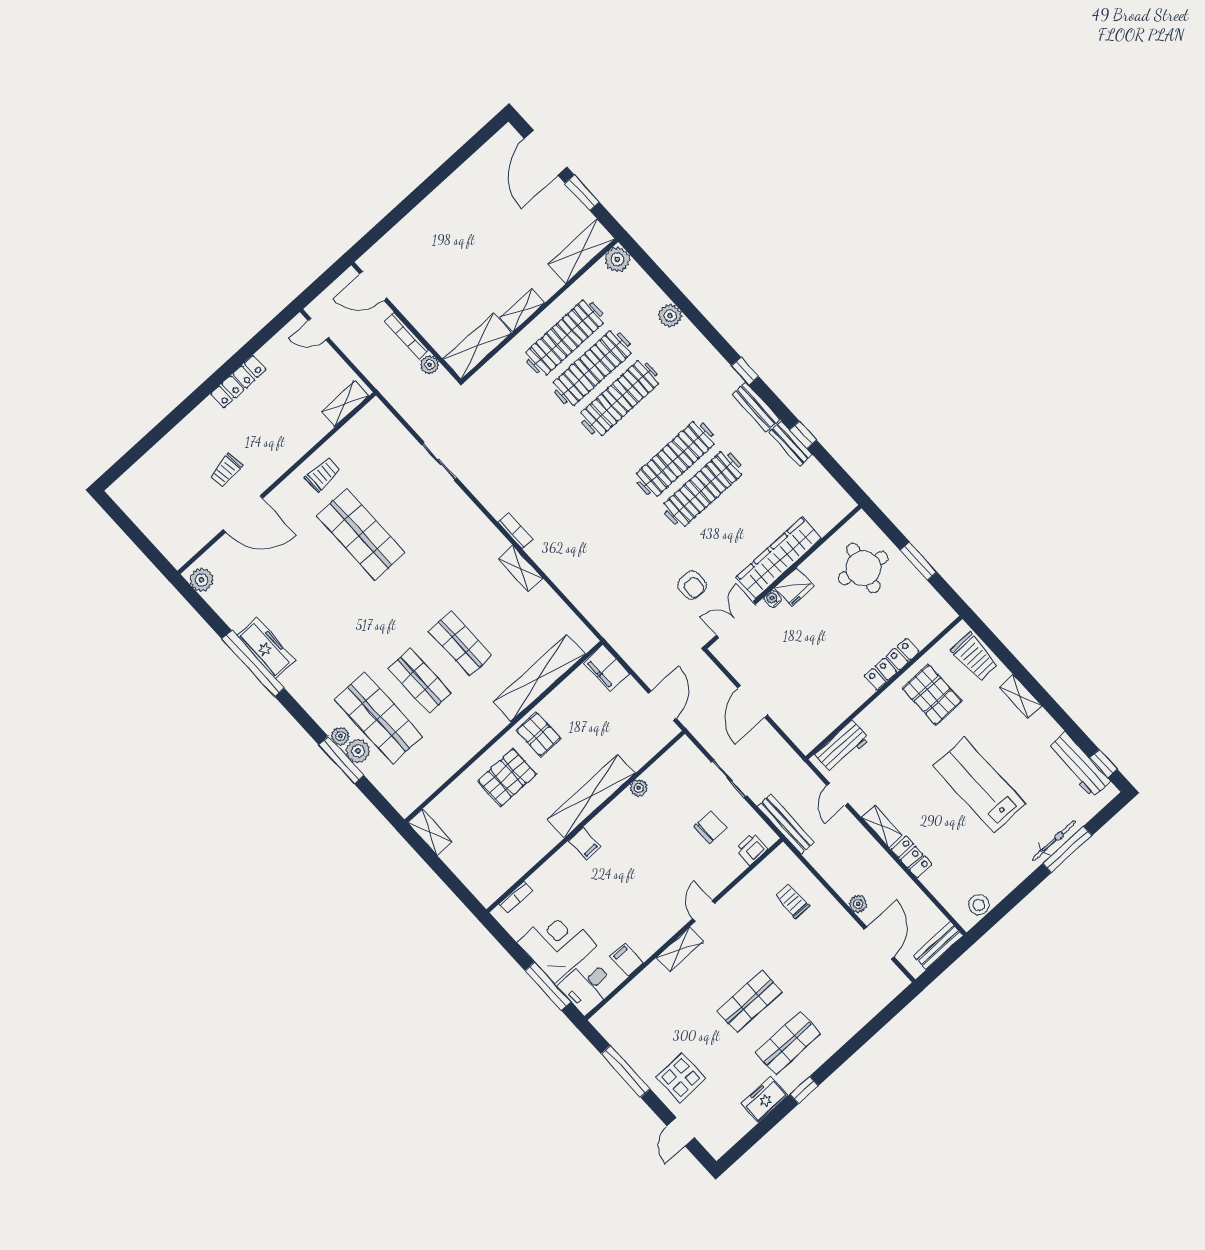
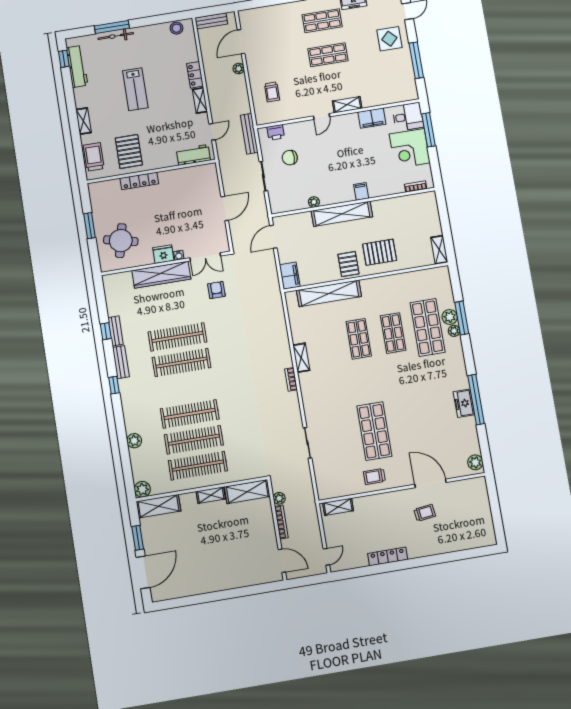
door: (318, 329) -> (326, 557), hinge flipped
freezer: (266, 648) -> (464, 403), width x0.71
lab bench: (979, 785) -> (135, 89), width x0.73, depth x0.72
filing cabinet: (627, 960) -> (372, 118), width x2.00

